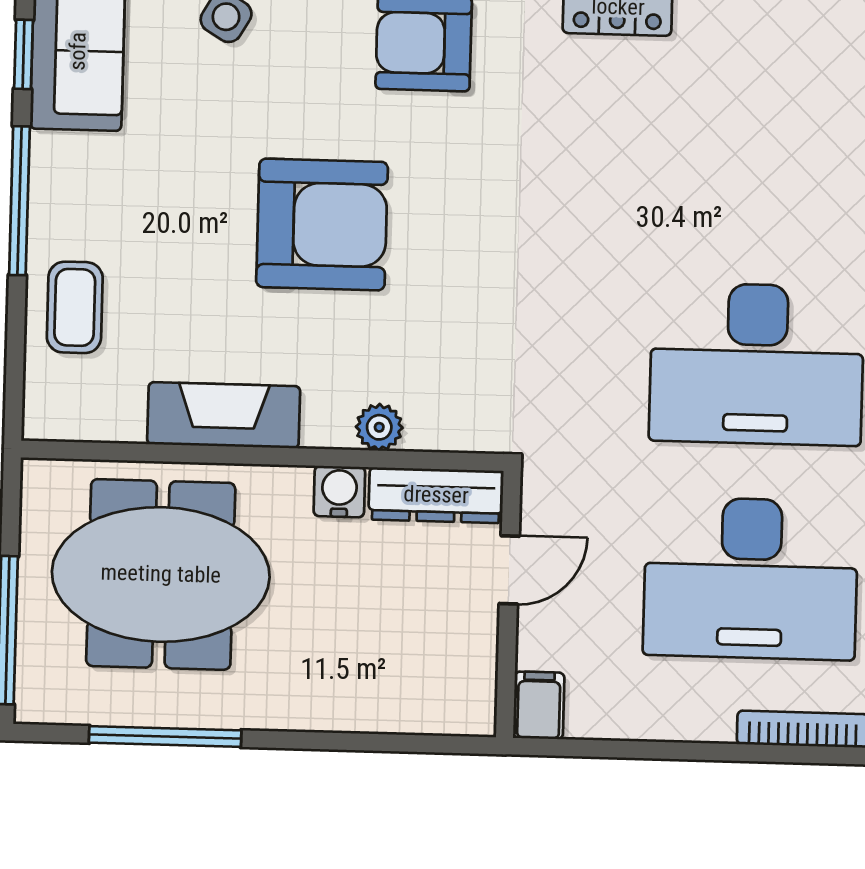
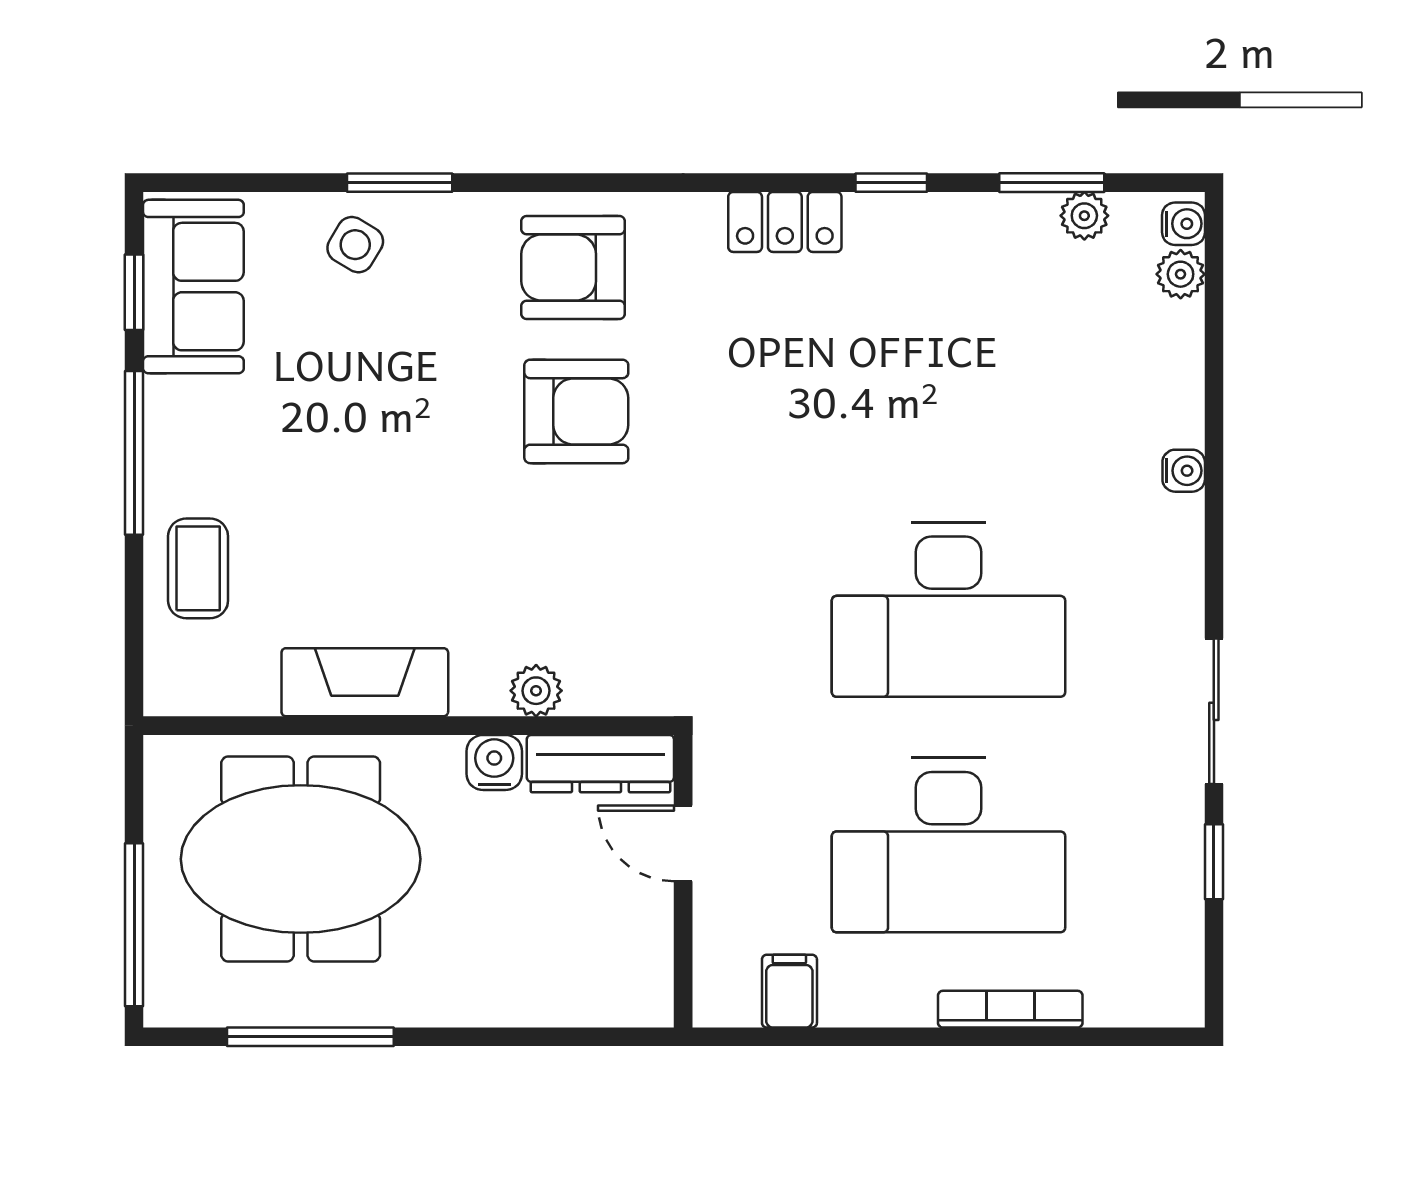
armchair: (322, 224) -> (576, 411), moved, width x0.73, depth x0.73
door: (509, 570) -> (683, 843), swing flipped
filing cabinet: (539, 705) -> (789, 991), moved

